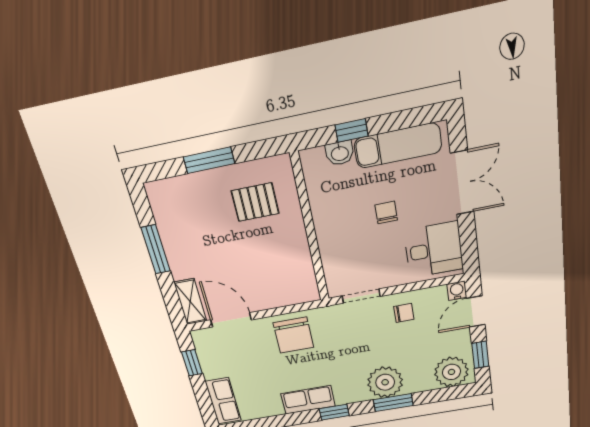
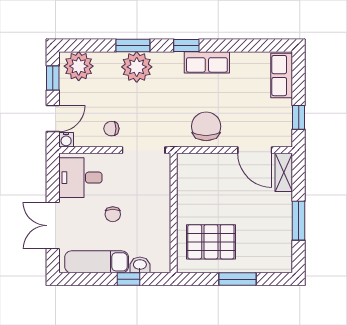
pallet: (255, 202) -> (211, 242), width x1.50, depth x1.42
doorway: (361, 296) -> (144, 150), width x1.38

